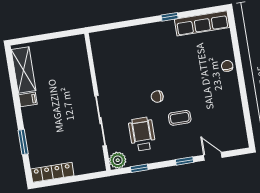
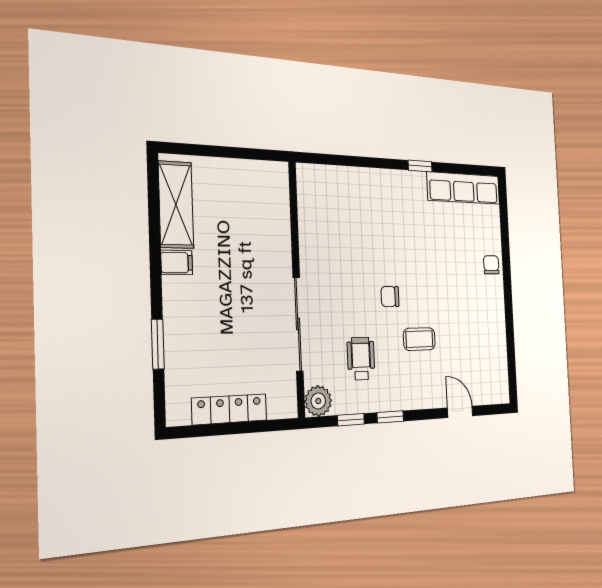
wheelchair: (142, 134) -> (361, 359), width x0.73, depth x0.73
window: (184, 161) -> (390, 417), moved
locker: (52, 172) -> (230, 409), moved

